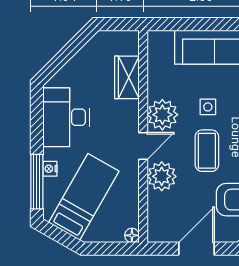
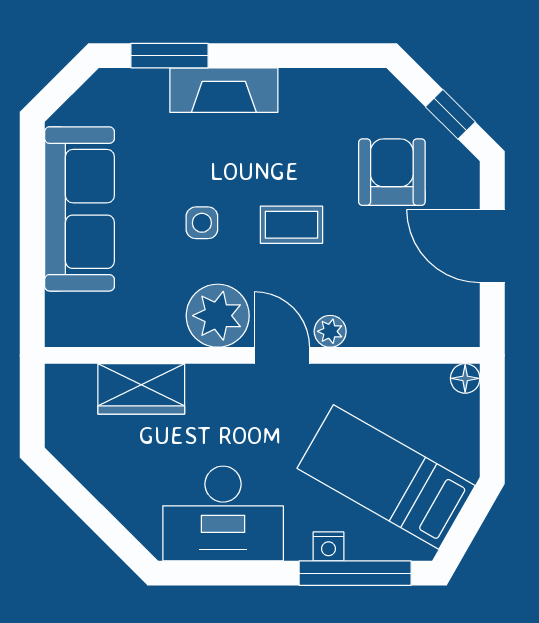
coffee table: (207, 151) -> (291, 225), width x0.73, depth x0.77
plant: (162, 176) -> (330, 331), width x0.53, depth x0.53

